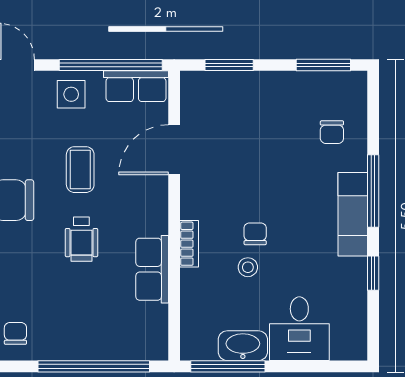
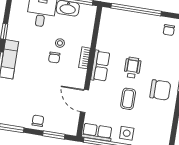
chair: (332, 132) -> (38, 121), moved
door: (174, 150) -> (85, 101), swing flipped
row of seats: (152, 269) -> (100, 66), moved

